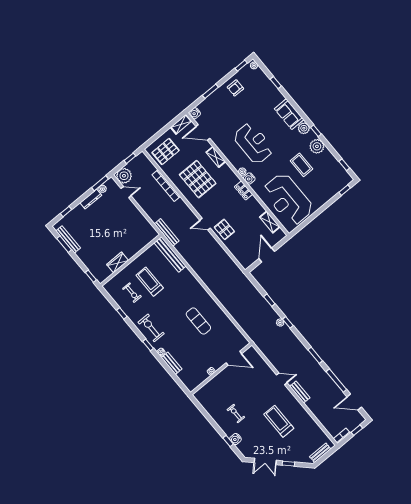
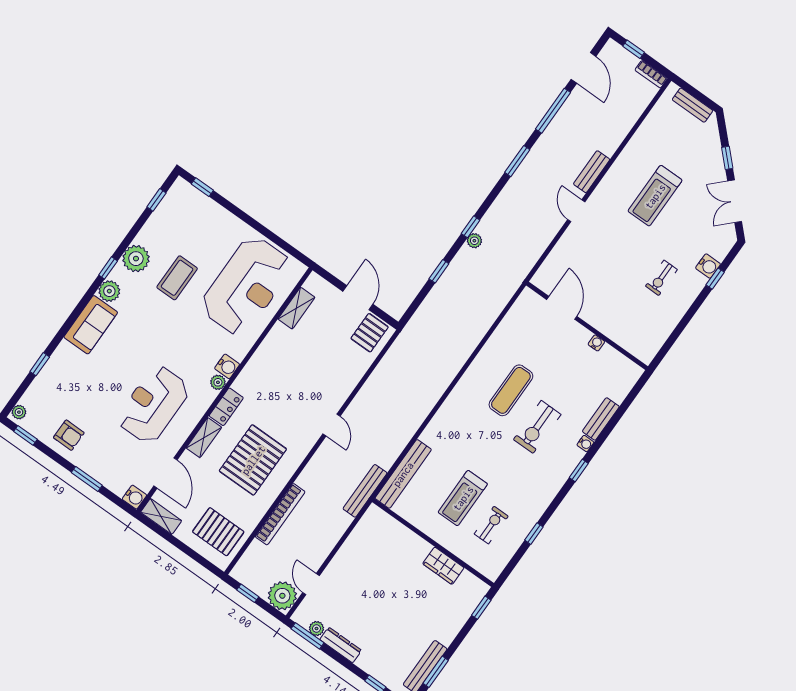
reception desk: (253, 143) -> (153, 404), moved
locker: (244, 190) -> (226, 407), moved
pallet: (224, 229) -> (370, 333), moved
door: (267, 255) -> (358, 298), swing flipped
exercise bike: (151, 328) -> (537, 427), moved
double door: (265, 461) -> (735, 201), swing flipped

